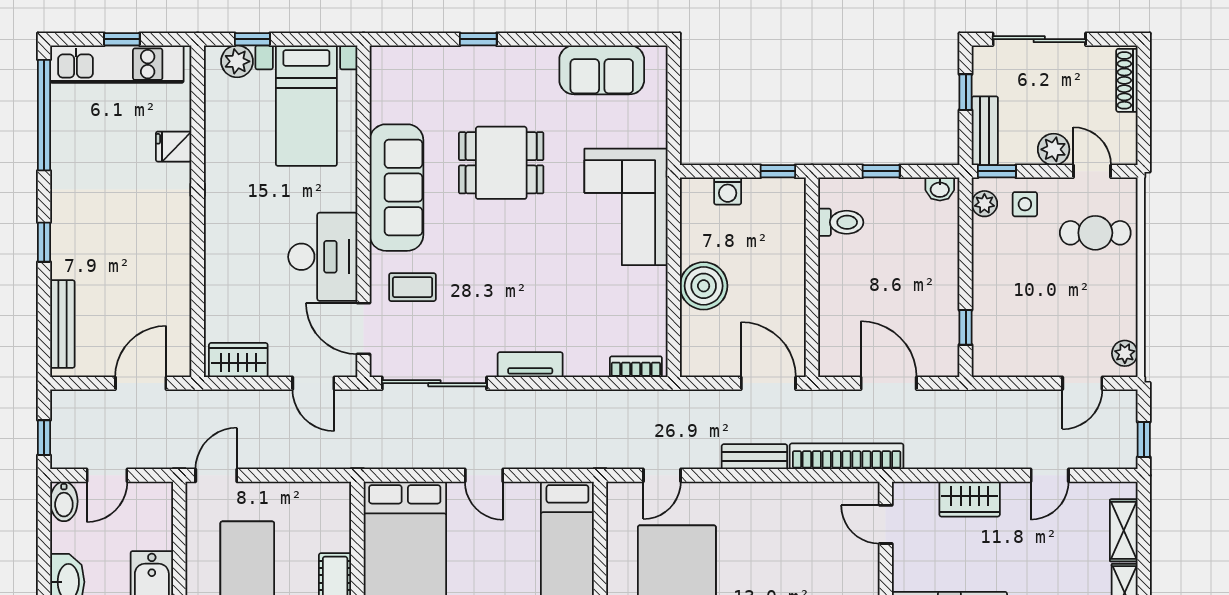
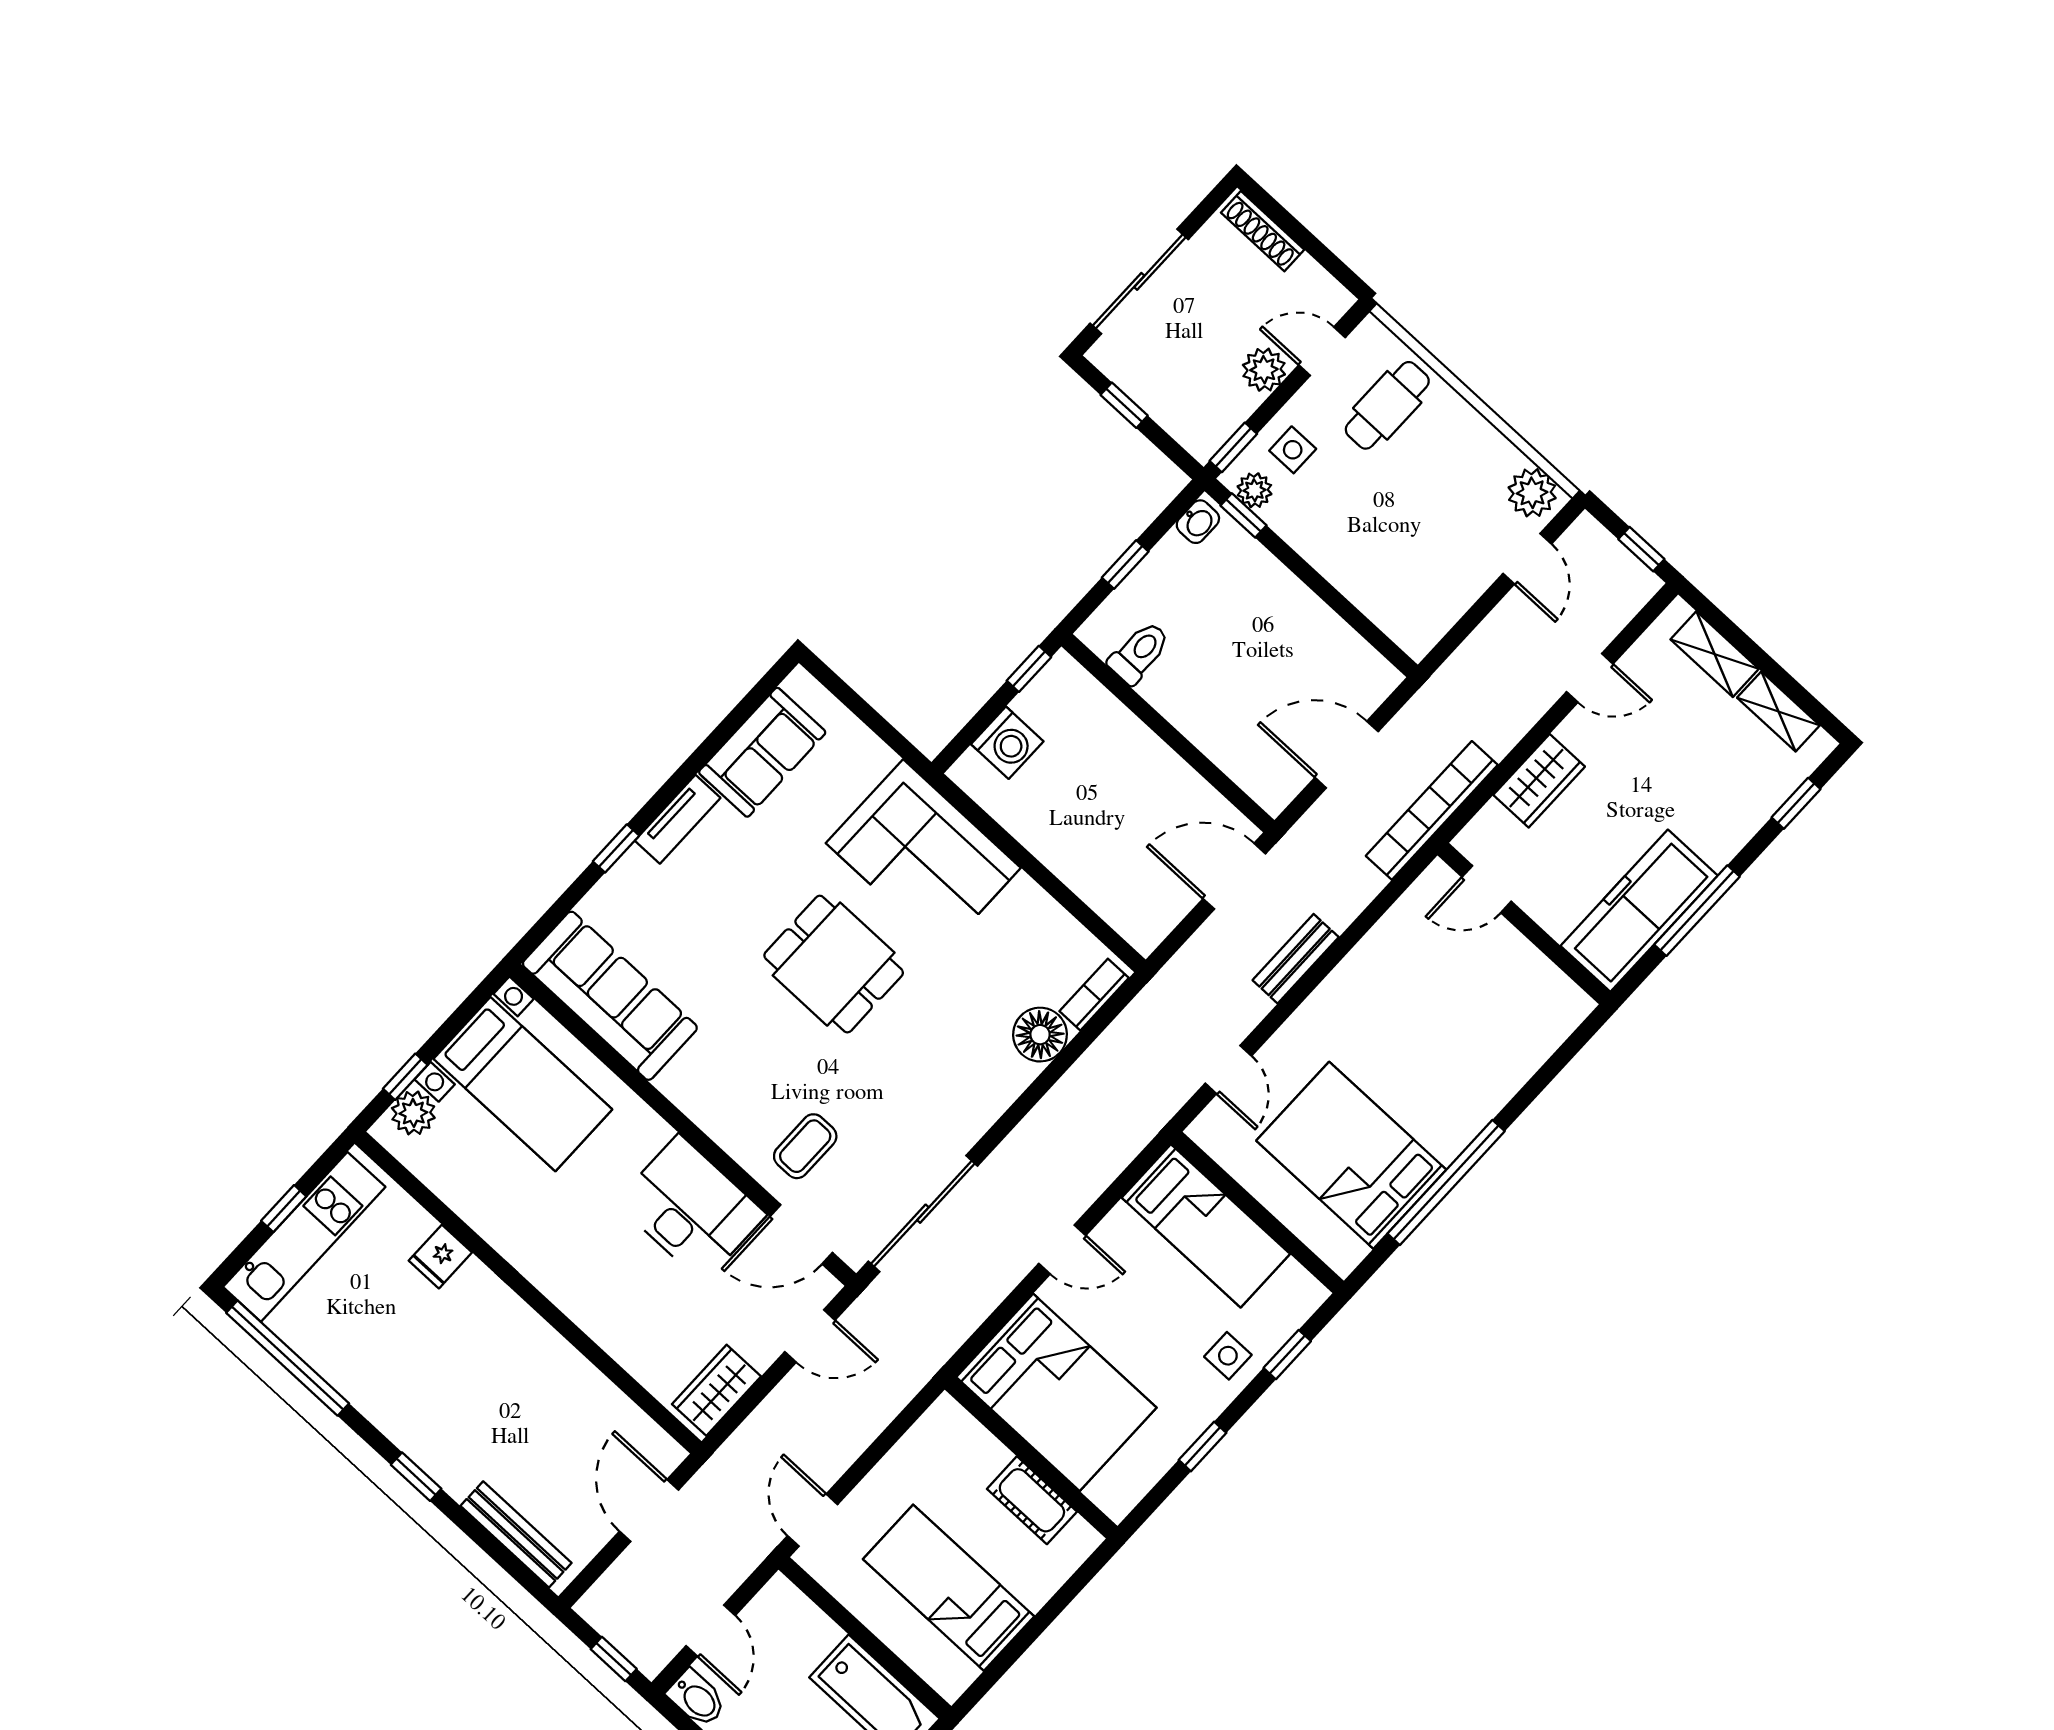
bench: (985, 131) -> (1181, 422), removed
dining table: (501, 163) -> (834, 964), moved, turned 90
sofa: (397, 188) -> (610, 996), moved
washing machine: (728, 191) -> (1007, 743), width x1.38, depth x1.38
boiler: (704, 286) -> (1076, 851), removed
window: (966, 327) -> (1244, 515), moved
plant: (1125, 353) -> (1532, 493), width x1.38, depth x1.38
floor lamp: (588, 358) -> (1040, 1035), added
tv unit: (530, 365) -> (678, 819), moved, turned 180
bookcase: (847, 456) -> (1432, 810), moved
door: (1050, 475) -> (1590, 678), hinge flipped

